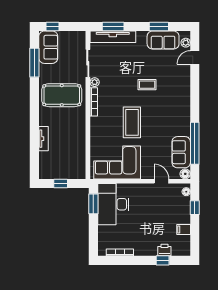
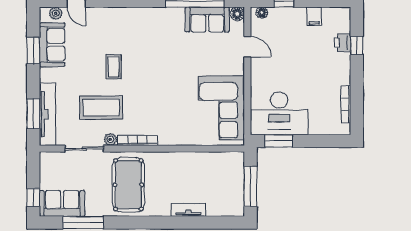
coffee table: (132, 122) -> (101, 108), moved
door: (162, 181) -> (247, 47), swing flipped
window: (61, 183) -> (250, 186), width x2.17

